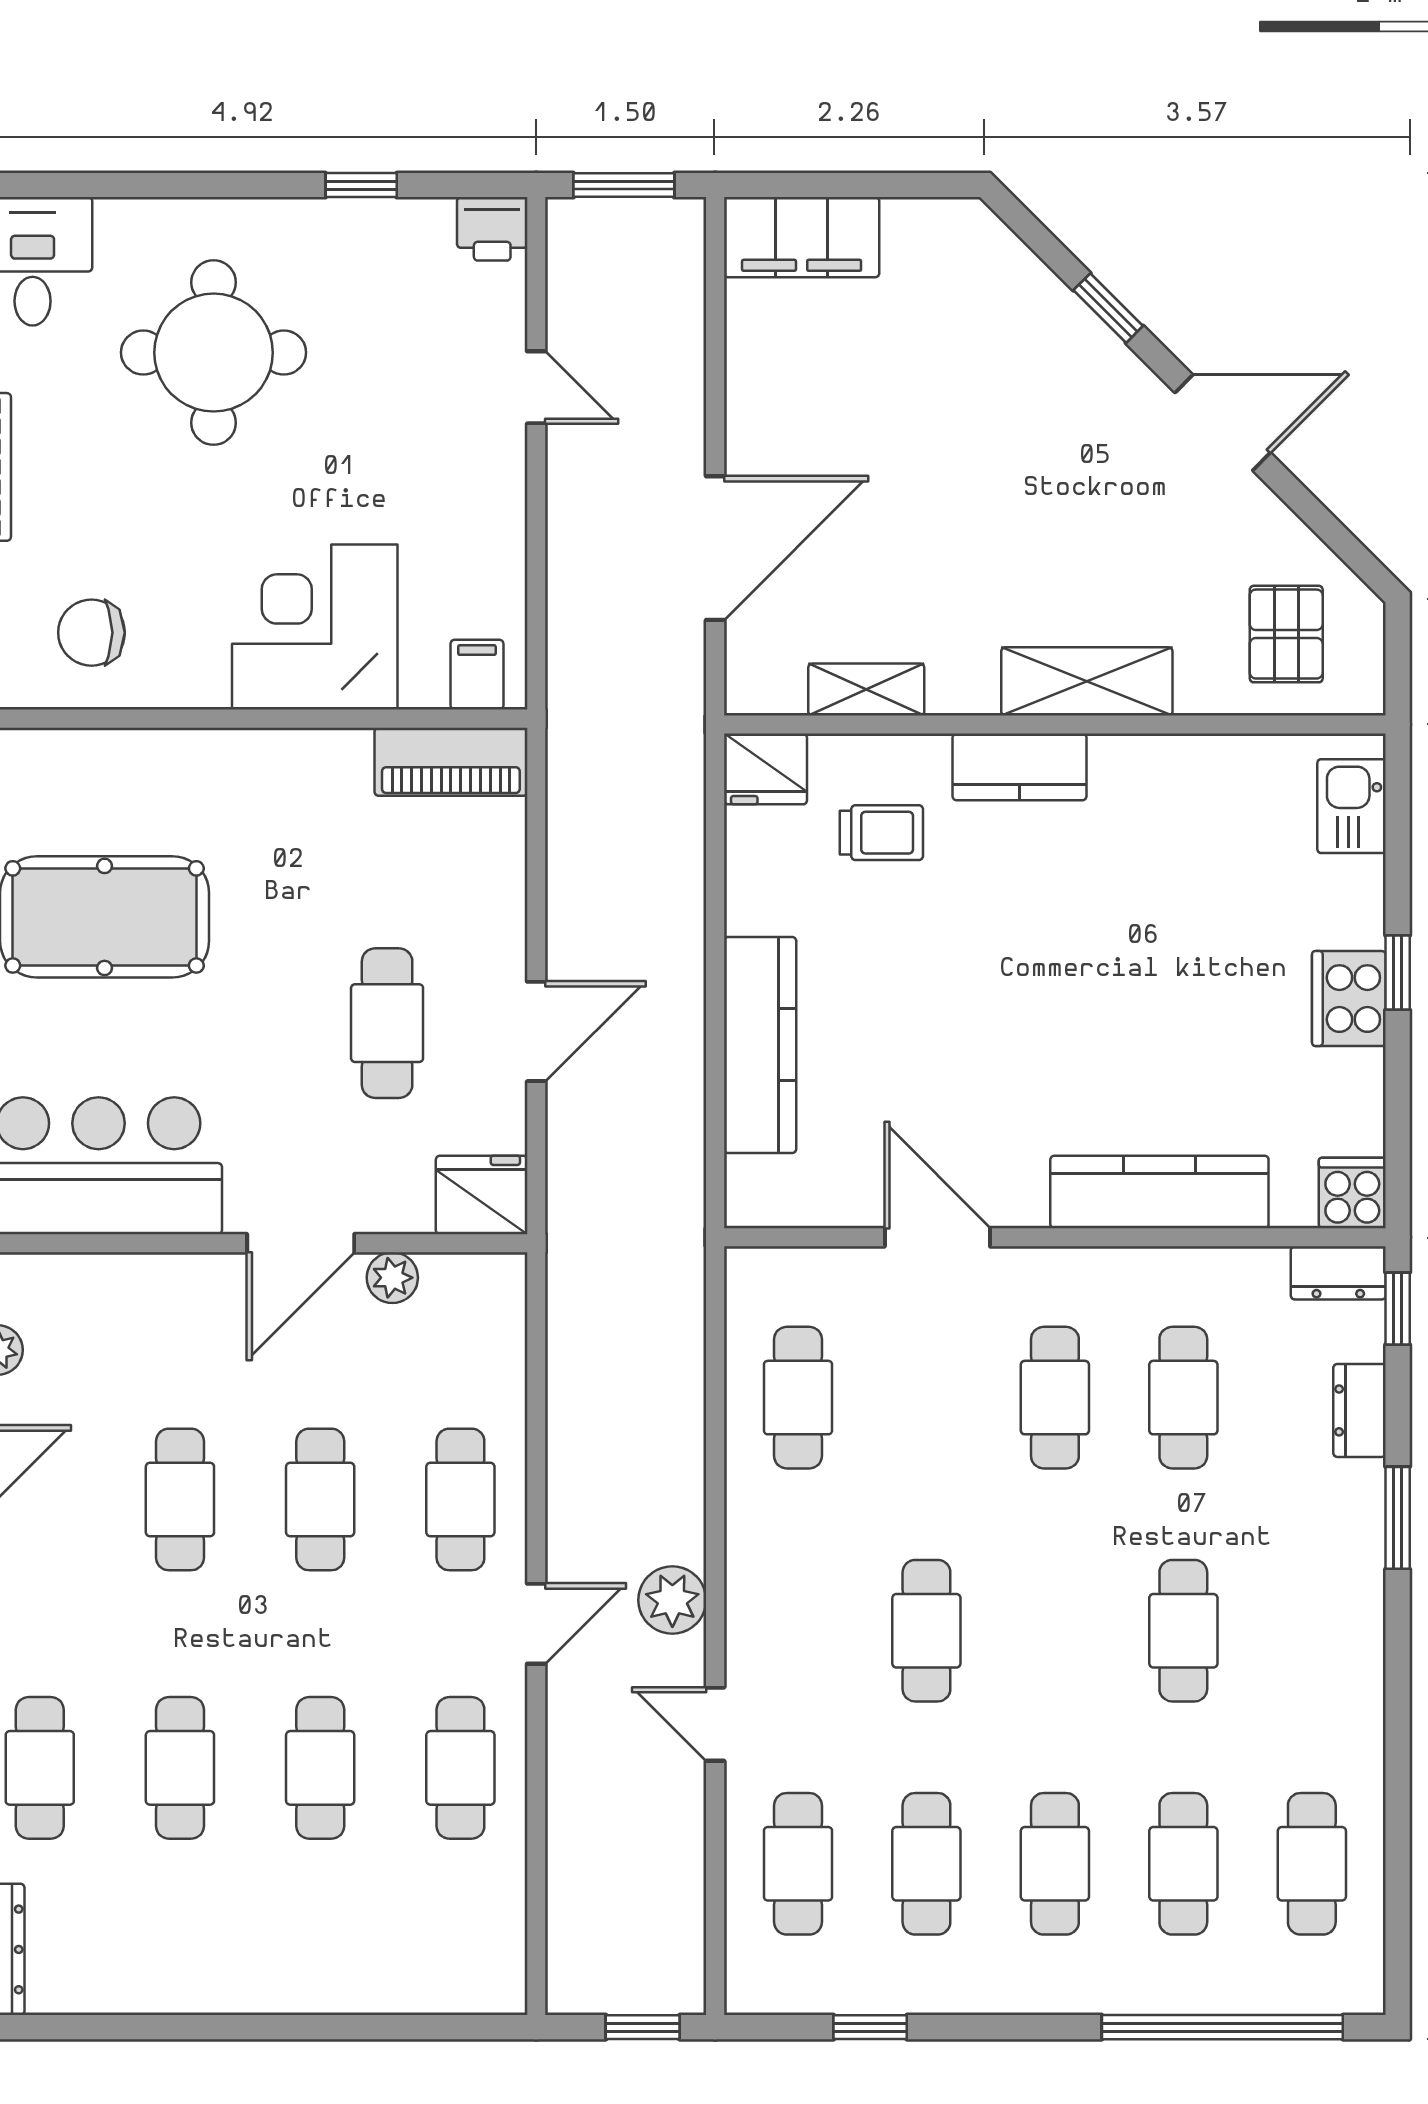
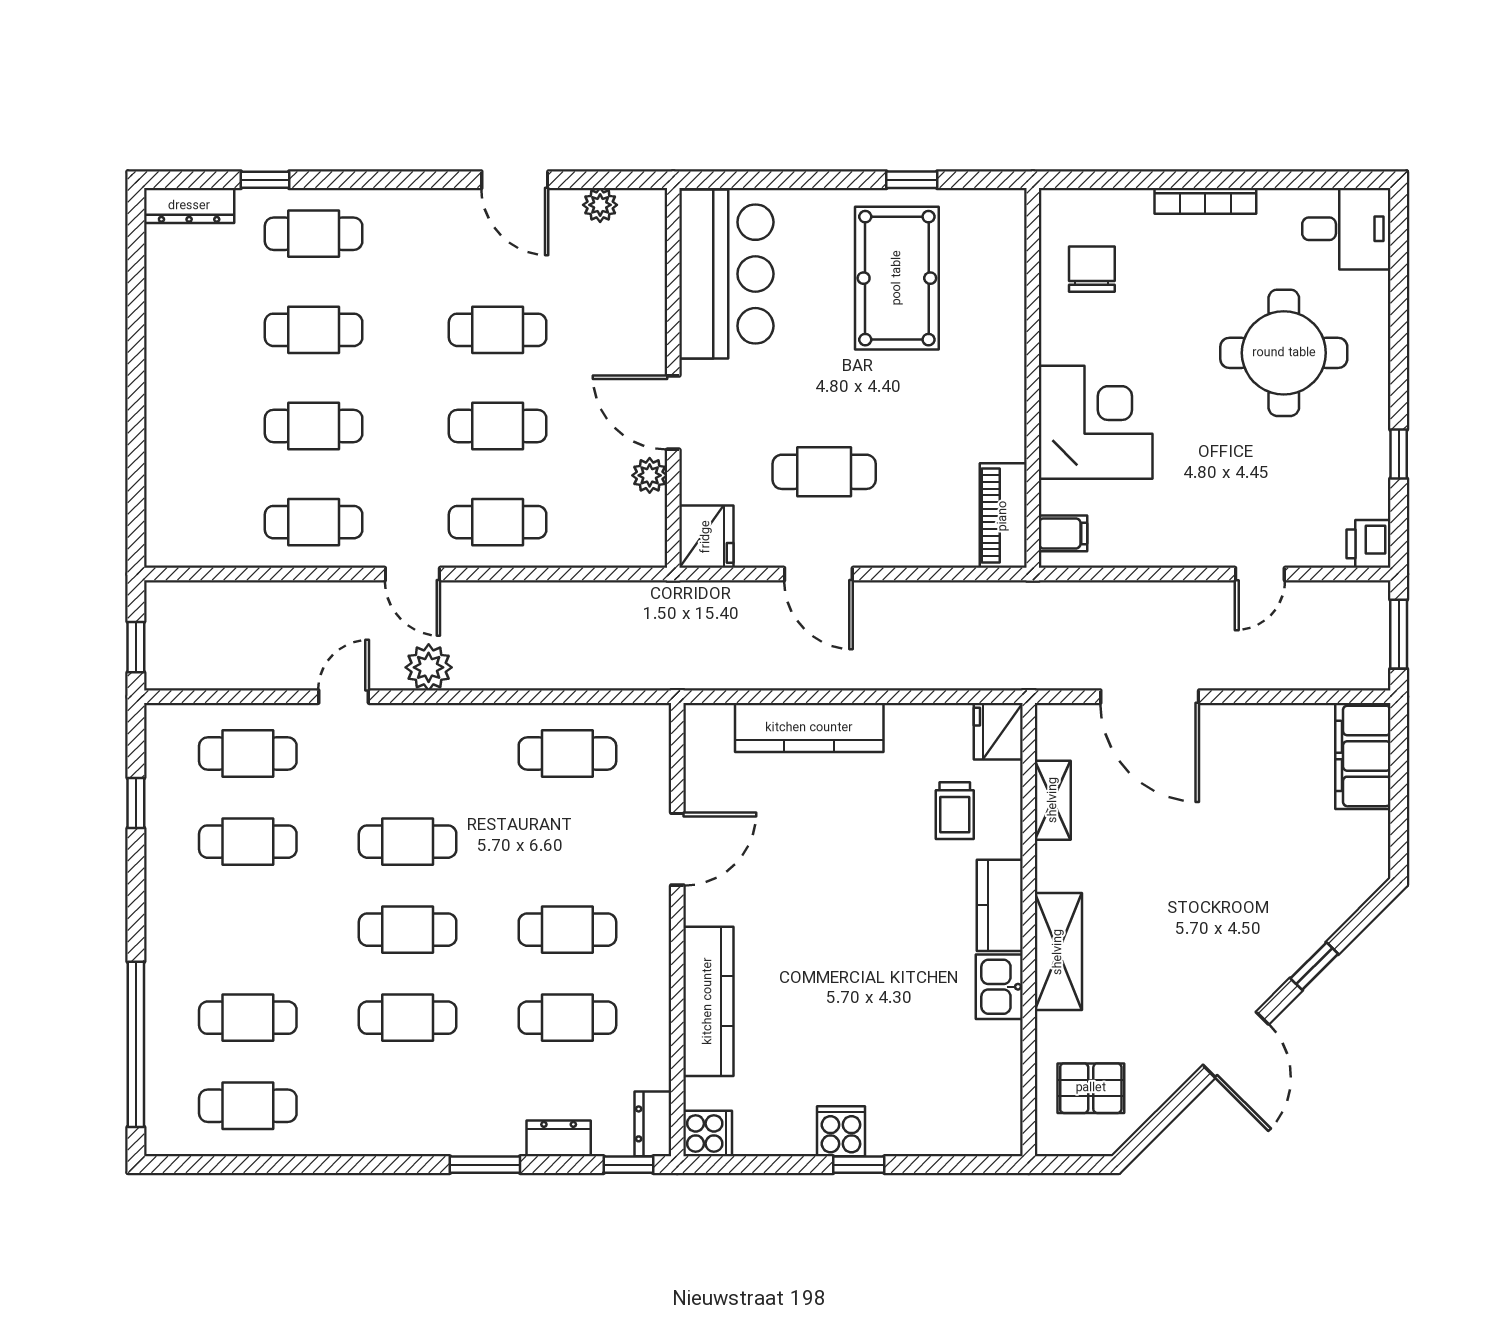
kitchen sink: (1352, 806) -> (999, 987), moved, turned -90
cooker: (1349, 999) -> (841, 1131), width x0.73
cafe table: (1055, 1864) -> (408, 930), moved

